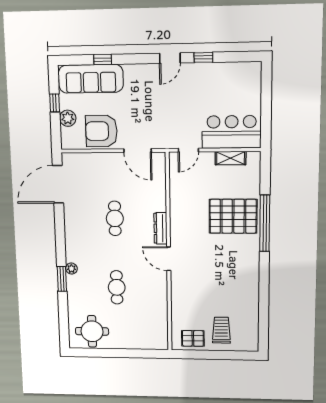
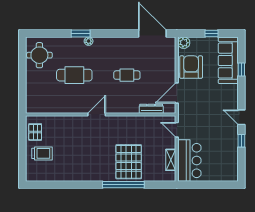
plant: (68, 118) -> (184, 43), moved
dresser: (160, 228) -> (151, 109), moved
cafe table: (117, 287) -> (74, 75), width x1.37, depth x1.35

